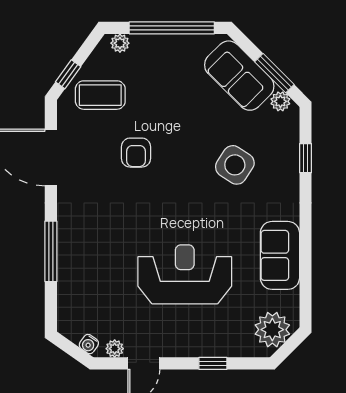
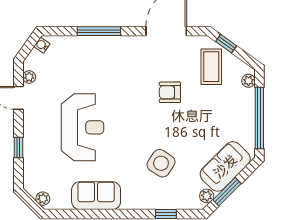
plant: (272, 330) -> (43, 199), width x0.53, depth x0.53
water cooler: (89, 344) -> (42, 45), moved

